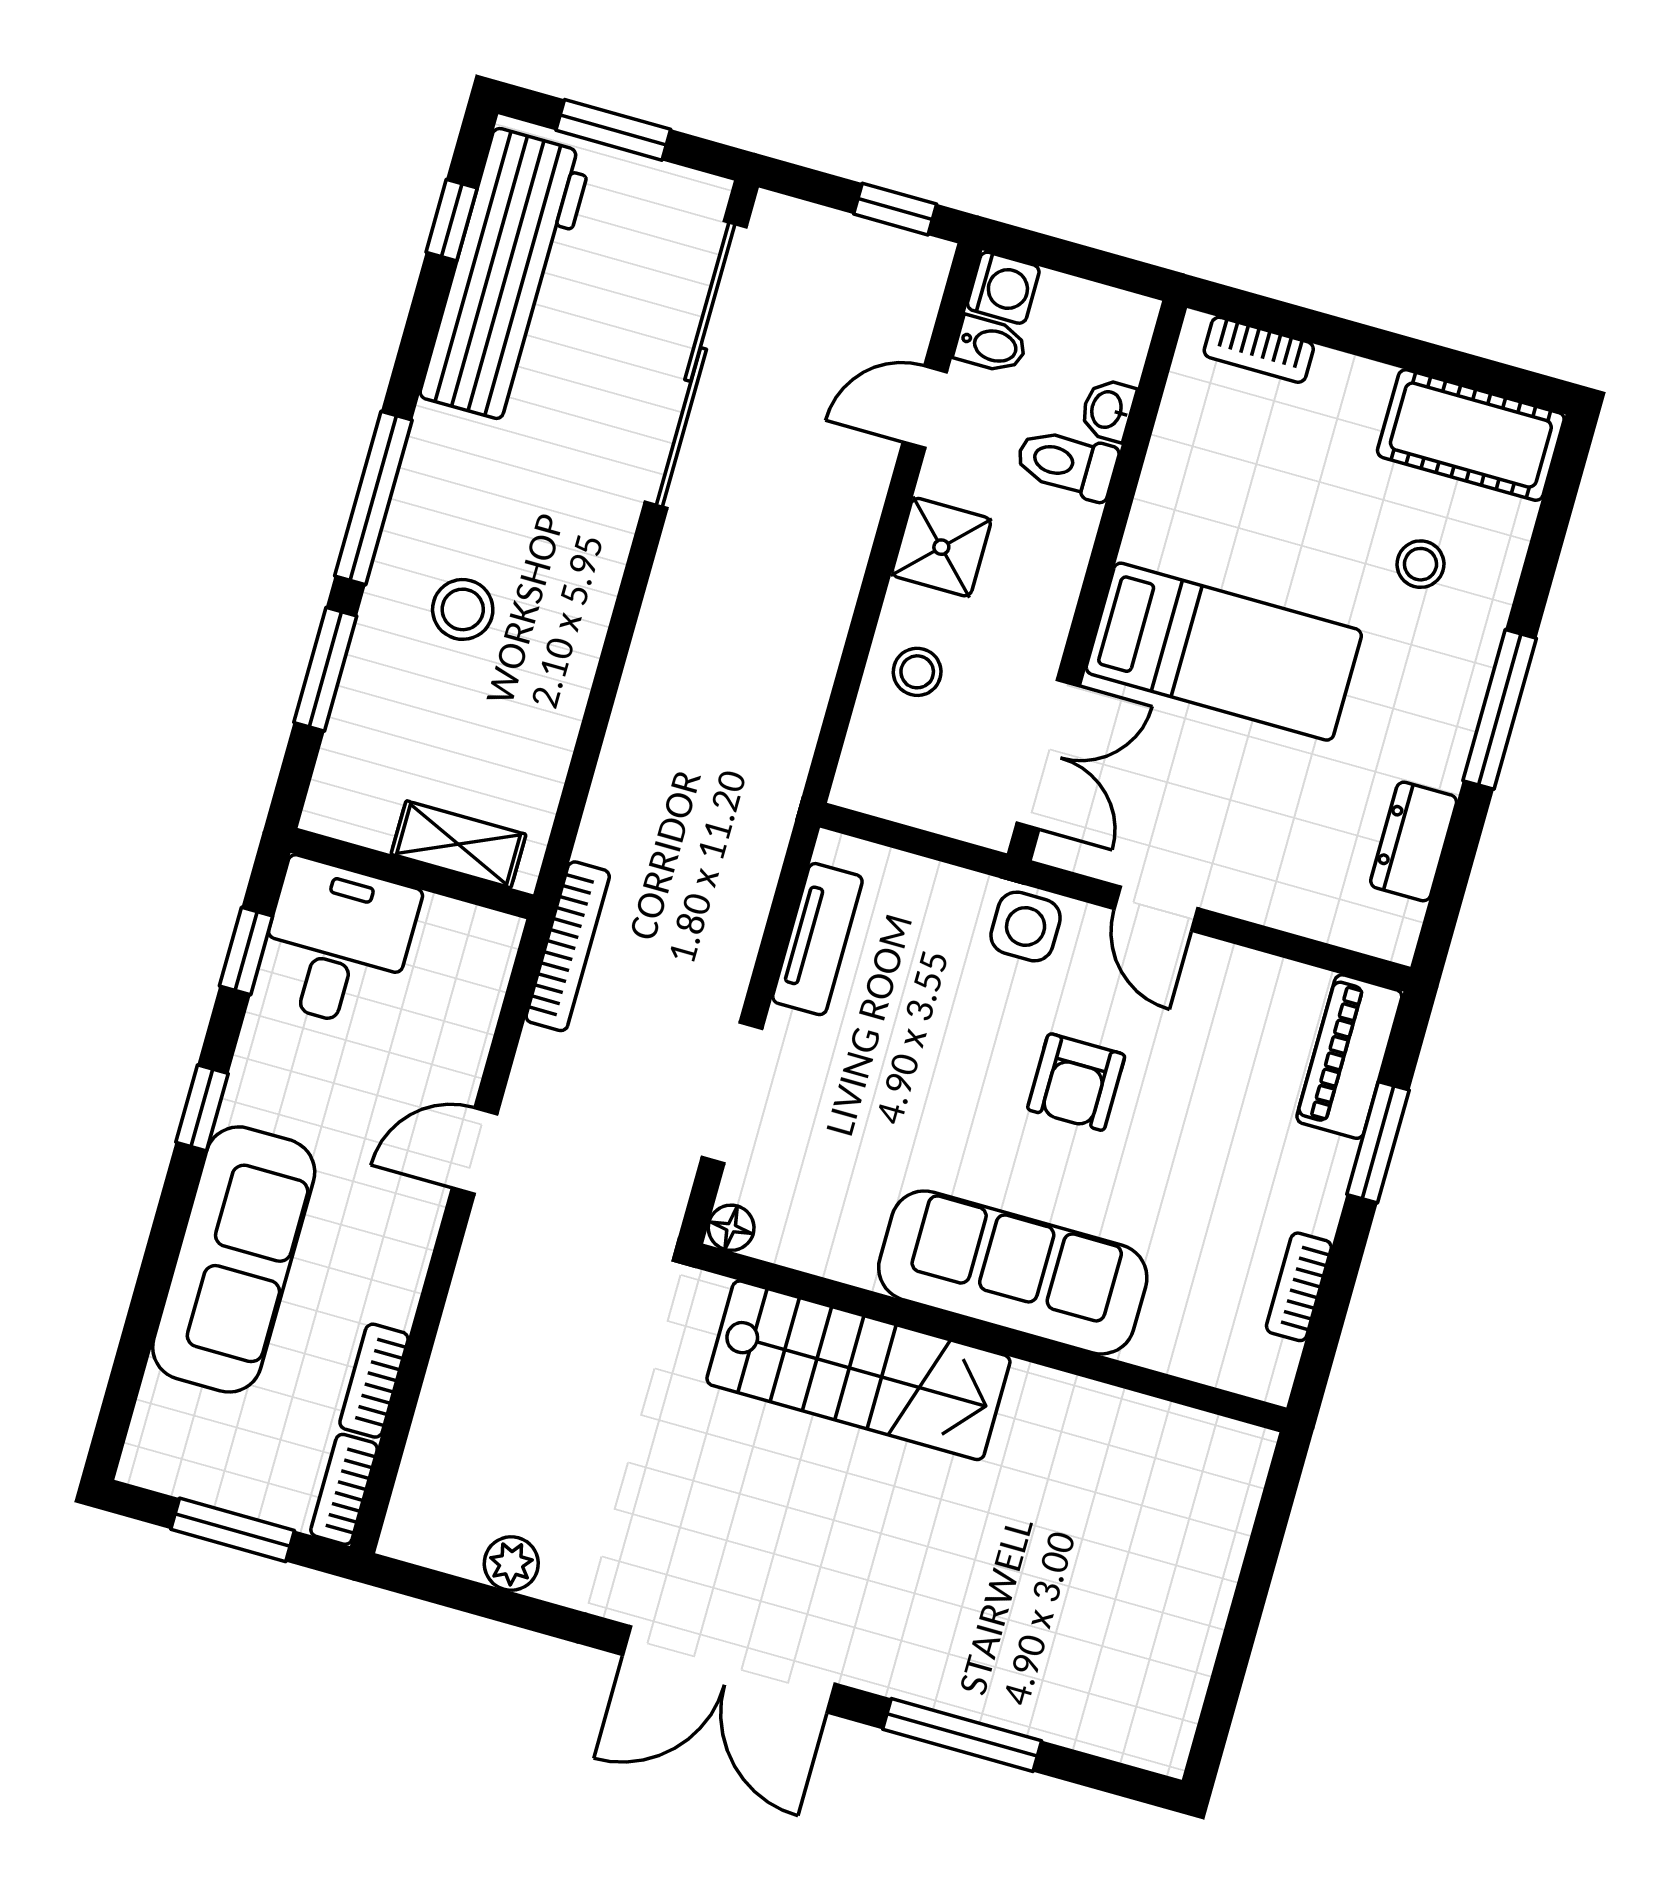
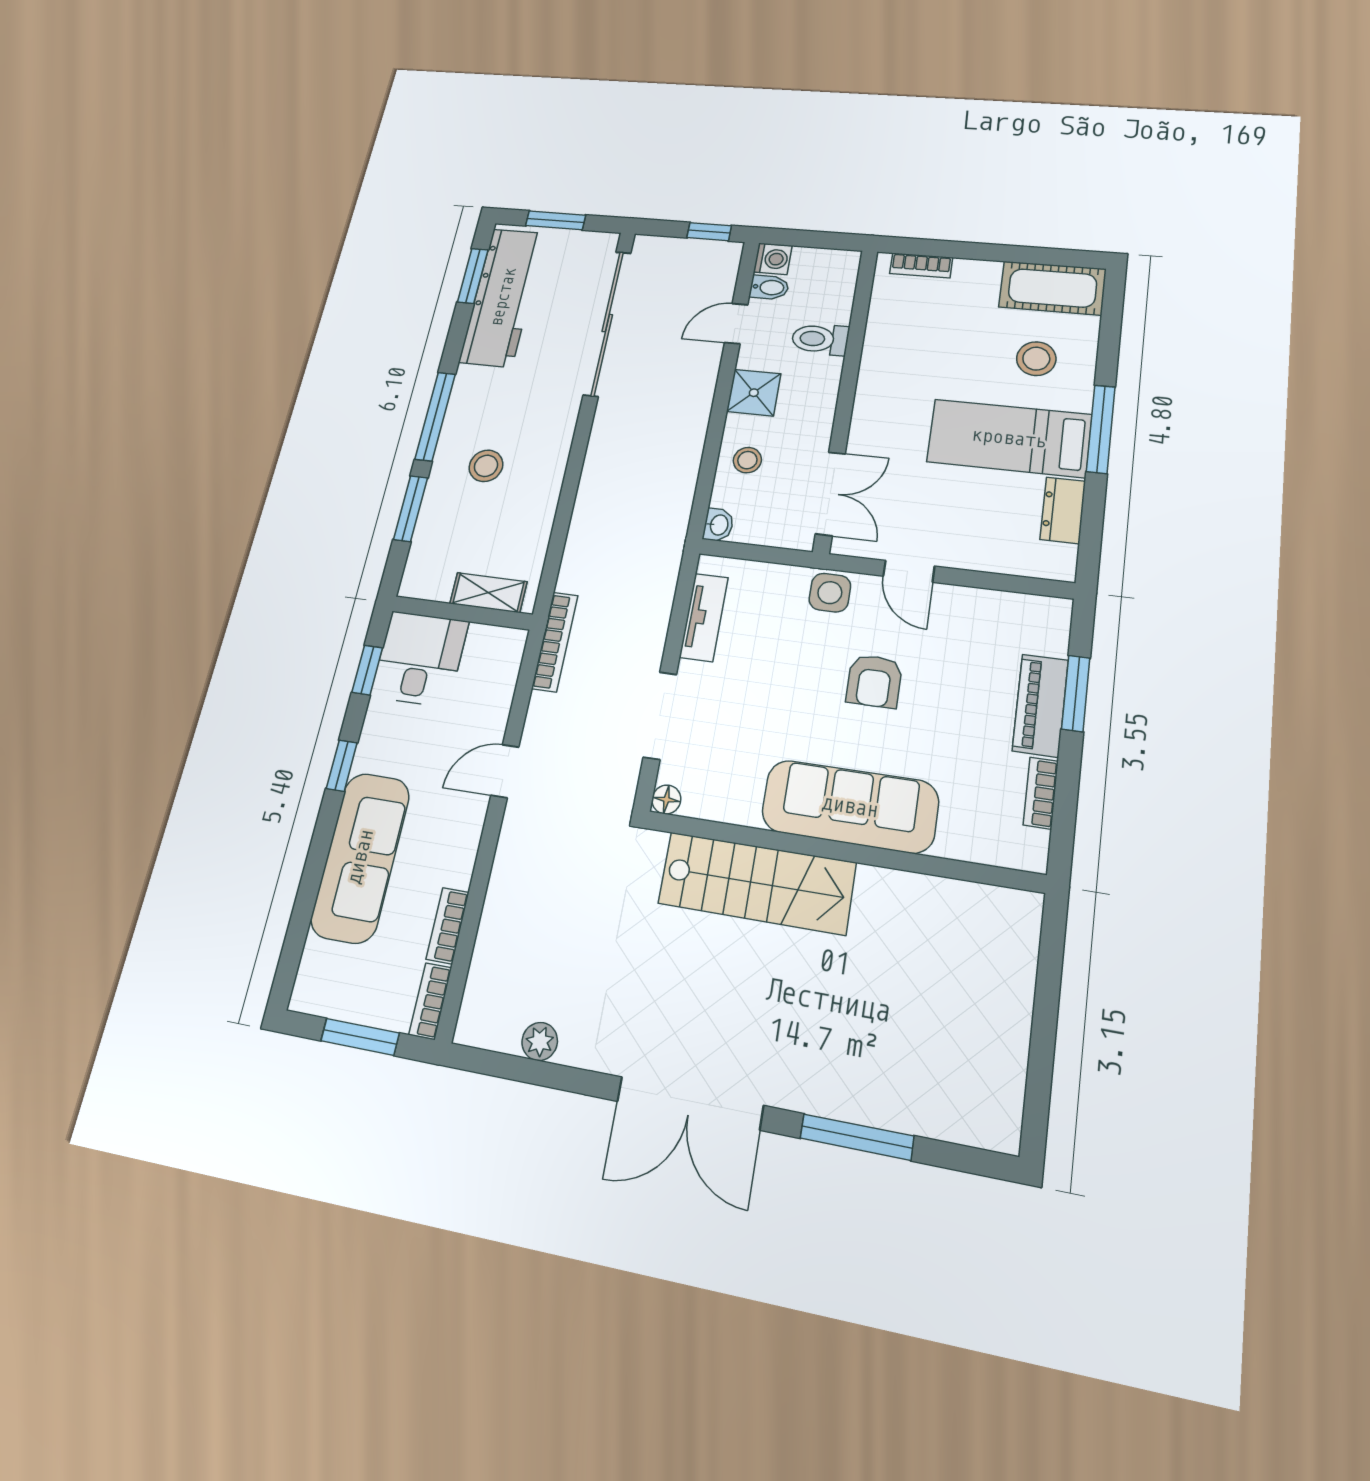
window: (452, 220) -> (473, 276), width x1.50
washbasin: (1108, 410) -> (718, 525), moved, turned 180
stool: (1420, 564) -> (1036, 359), width x1.37, depth x1.37
bed: (1224, 652) -> (1009, 438), moved, turned 180
piano: (1349, 1057) -> (1040, 705), moved

